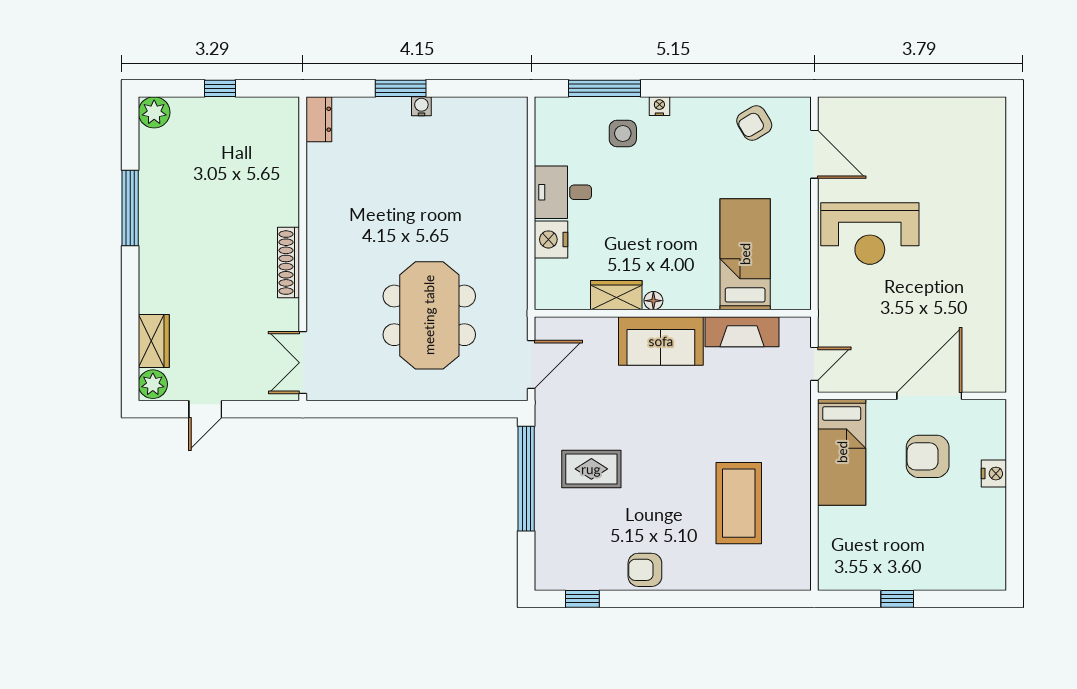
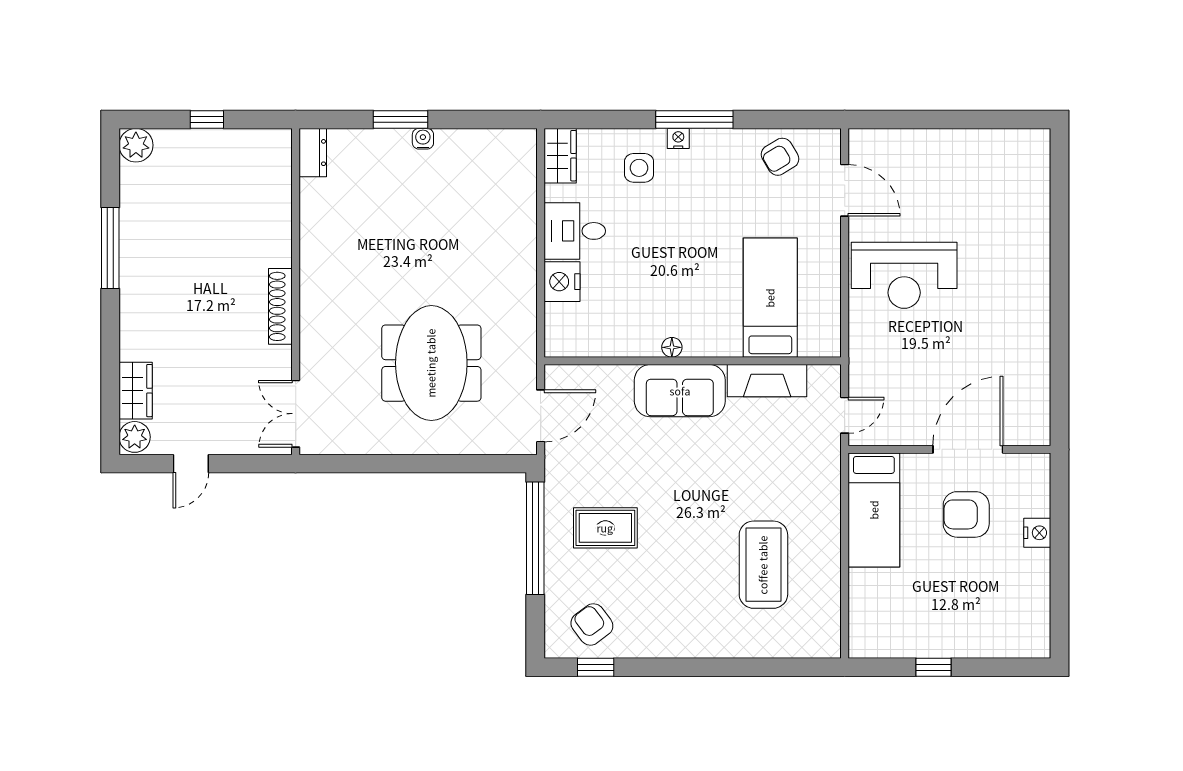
window: (604, 88) -> (694, 119), moved
wardrobe: (616, 295) -> (560, 156), moved, turned 90
armchair: (645, 570) -> (592, 624), moved, turned 53

